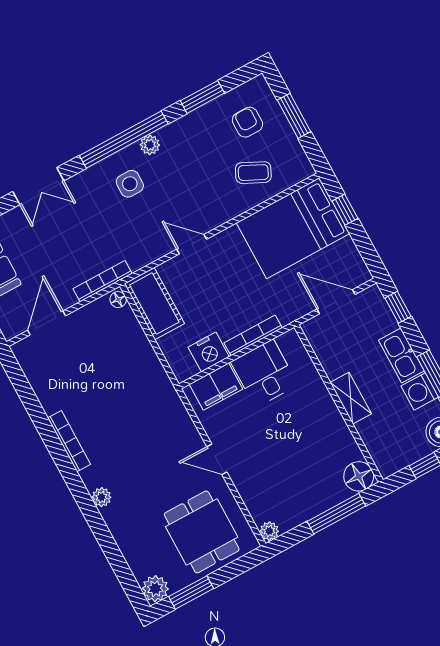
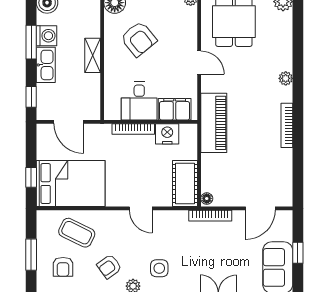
armchair: (191, 153) -> (109, 267), added
coffee table: (253, 173) -> (77, 233), width x1.36, depth x1.30
piano: (159, 396) -> (214, 123), added
armchair: (306, 448) -> (139, 39), added

